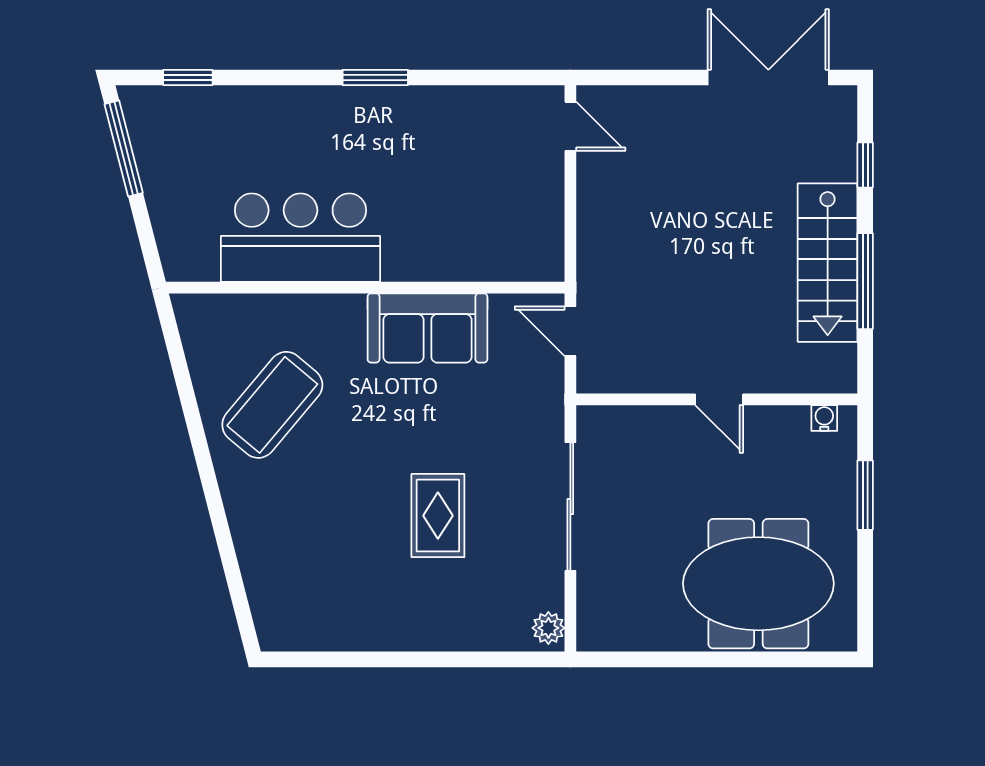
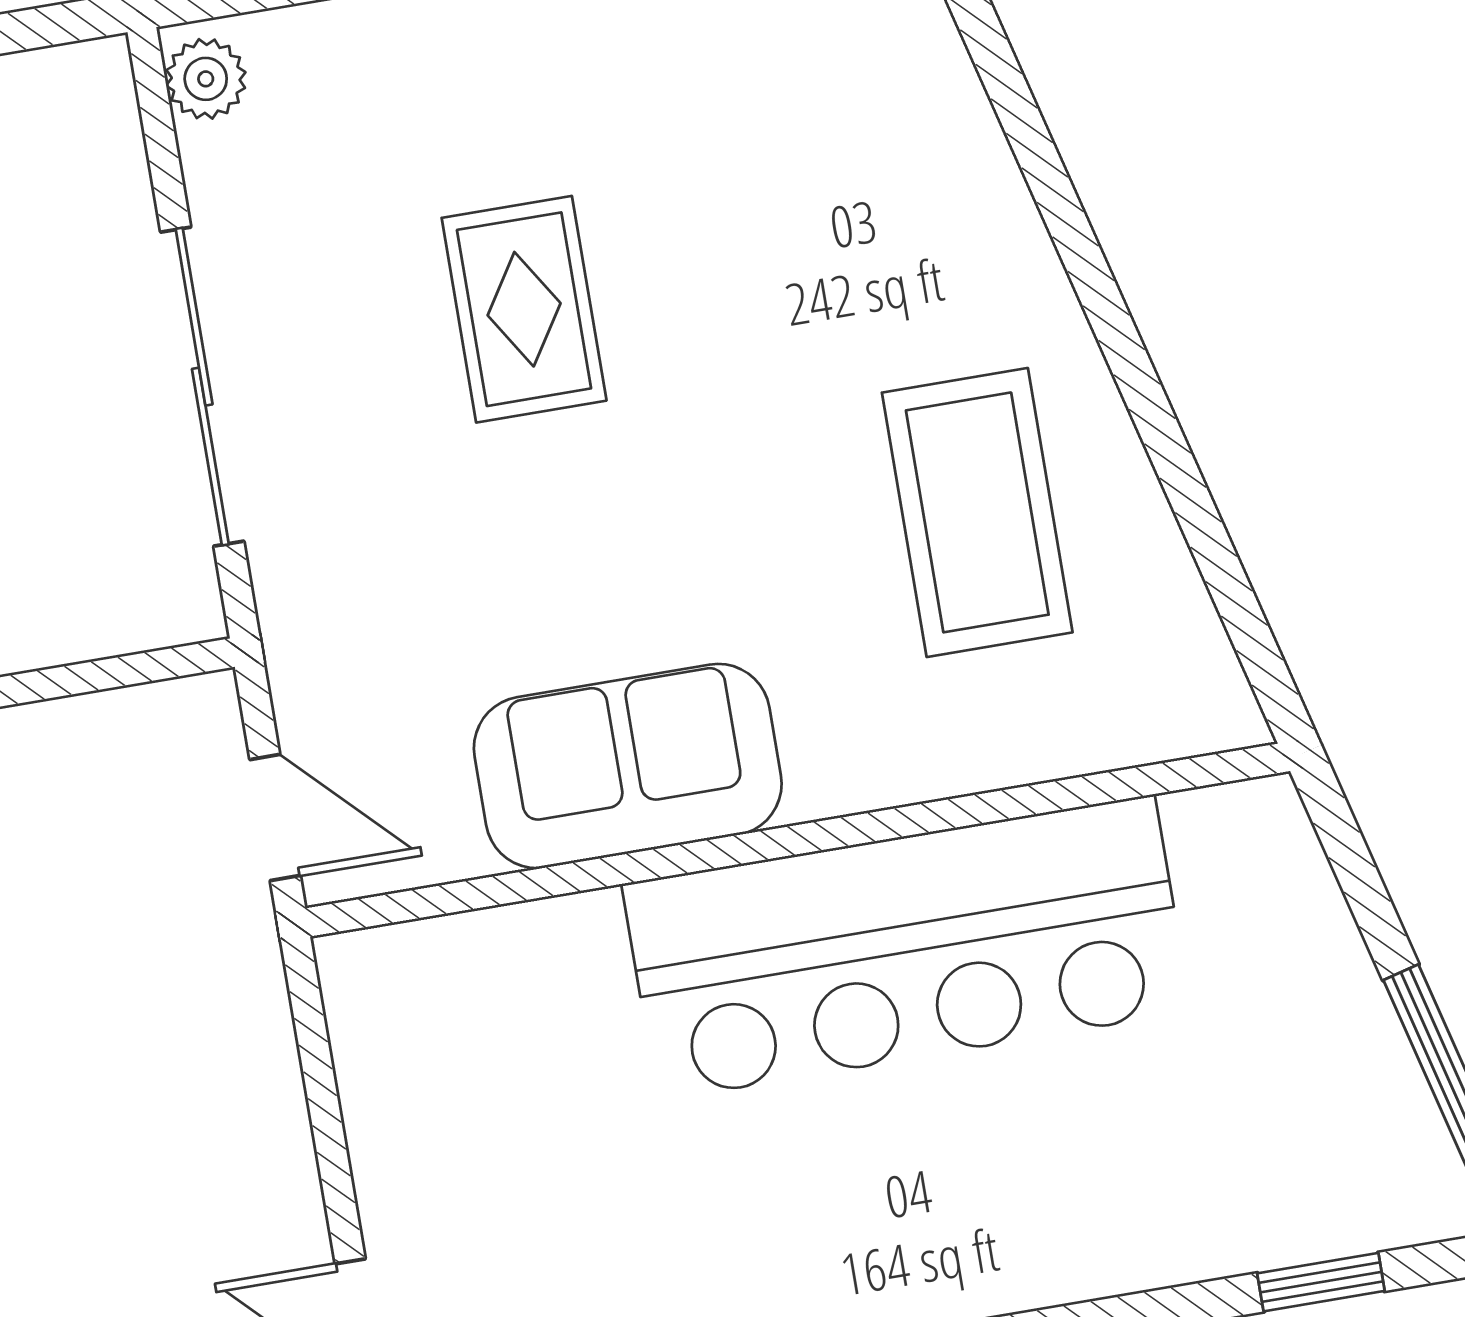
bar counter: (301, 238) -> (906, 948), width x1.36
coffee table: (272, 405) -> (977, 512), turned -40

